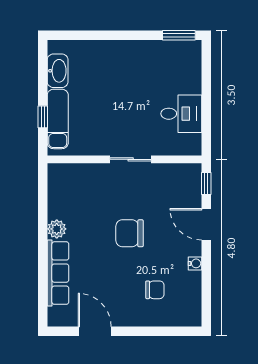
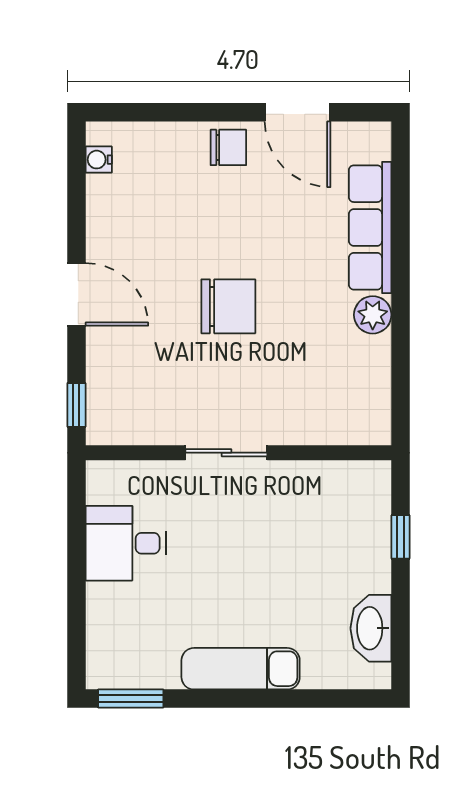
exam couch: (58, 119) -> (241, 669), moved, turned 90
door: (206, 224) -> (76, 294), moved
water cooler: (195, 263) -> (99, 160), moved
chair: (155, 290) -> (228, 147), moved, turned 180

